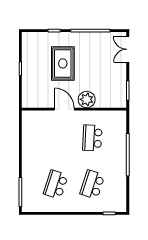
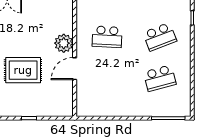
school desk: (56, 185) -> (160, 78), turned -33
school desk: (92, 185) -> (160, 37), turned -39

